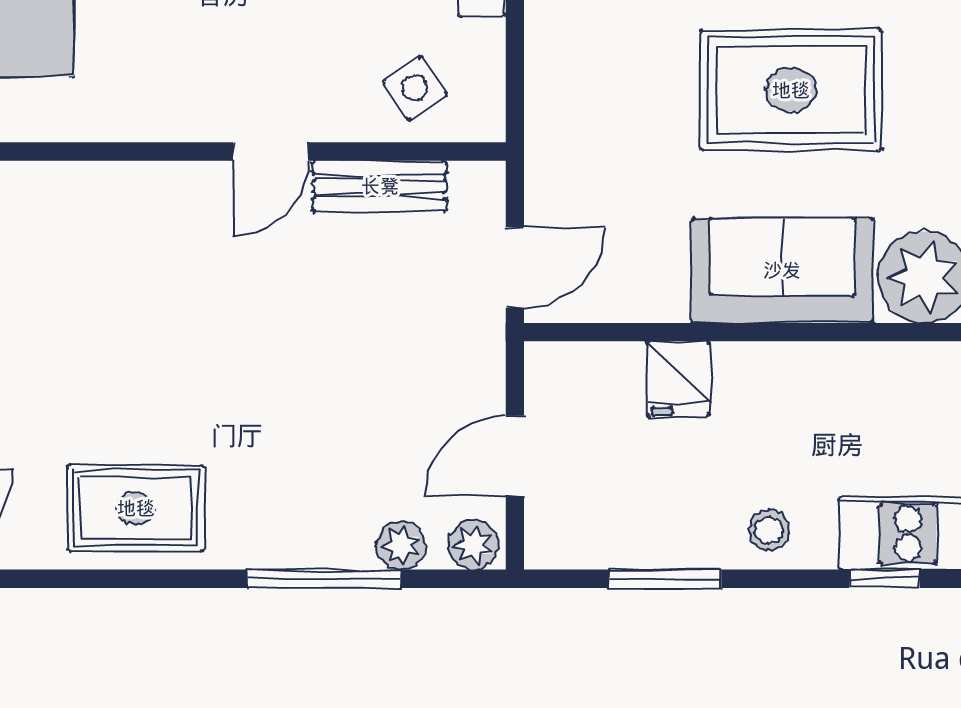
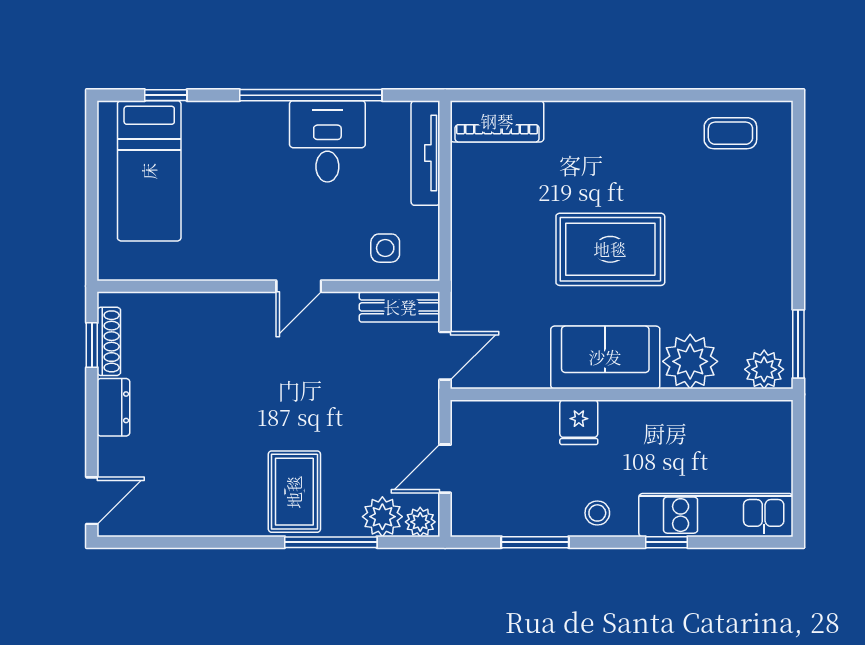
side table: (415, 88) -> (385, 248), turned 34
bench: (380, 186) -> (400, 307), moved
fridge: (678, 378) -> (579, 422), moved
rug: (136, 508) -> (294, 492), moved, turned 90
plant: (401, 545) -> (382, 517), width x1.38, depth x1.38

